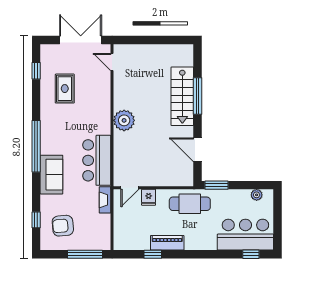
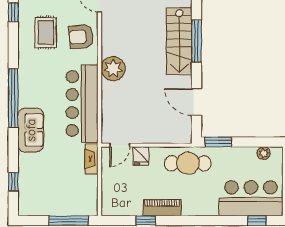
bar counter: (97, 160) -> (82, 104), width x1.36
armchair: (63, 226) -> (81, 37), moved

